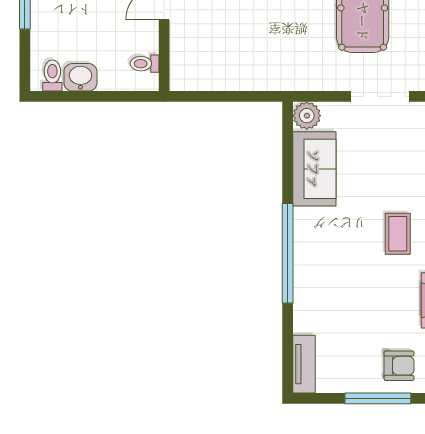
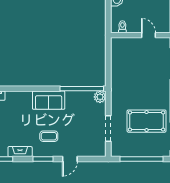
sofa: (314, 169) -> (49, 100), moved
window: (288, 253) -> (82, 89), moved

